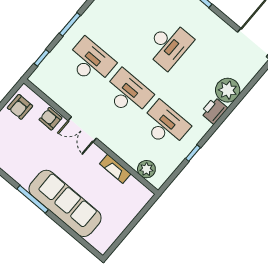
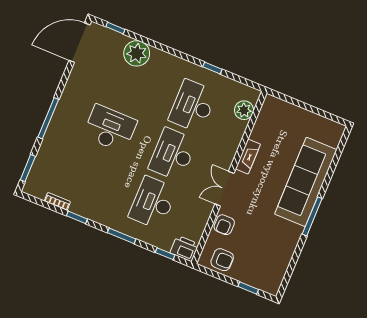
window: (256, 78) -> (115, 28), added
printer: (214, 110) -> (184, 248), moved, turned 180
double door: (82, 129) -> (224, 189), swing flipped
fireplace: (115, 169) -> (248, 157), moved

